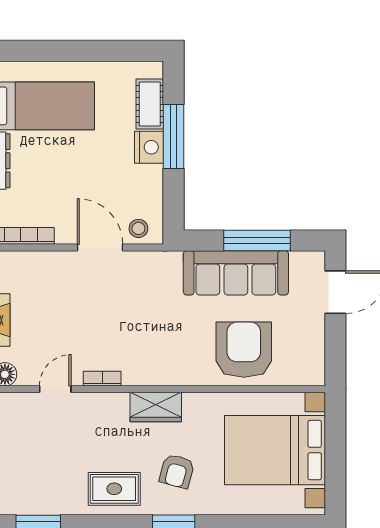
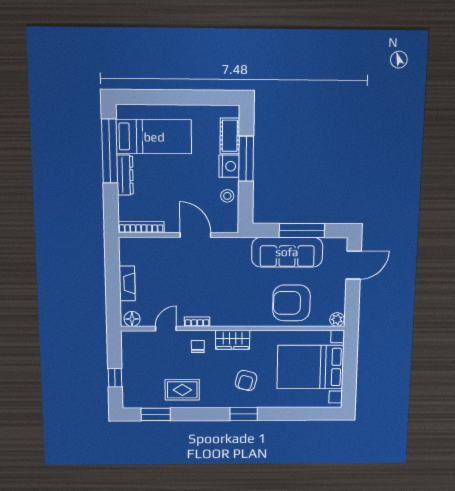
stool: (138, 228) -> (227, 196), moved
armchair: (244, 350) -> (291, 303), turned -90
plant: (313, 375) -> (337, 319), added
chair: (103, 417) -> (198, 347), added
rug: (114, 489) -> (182, 390), moved

